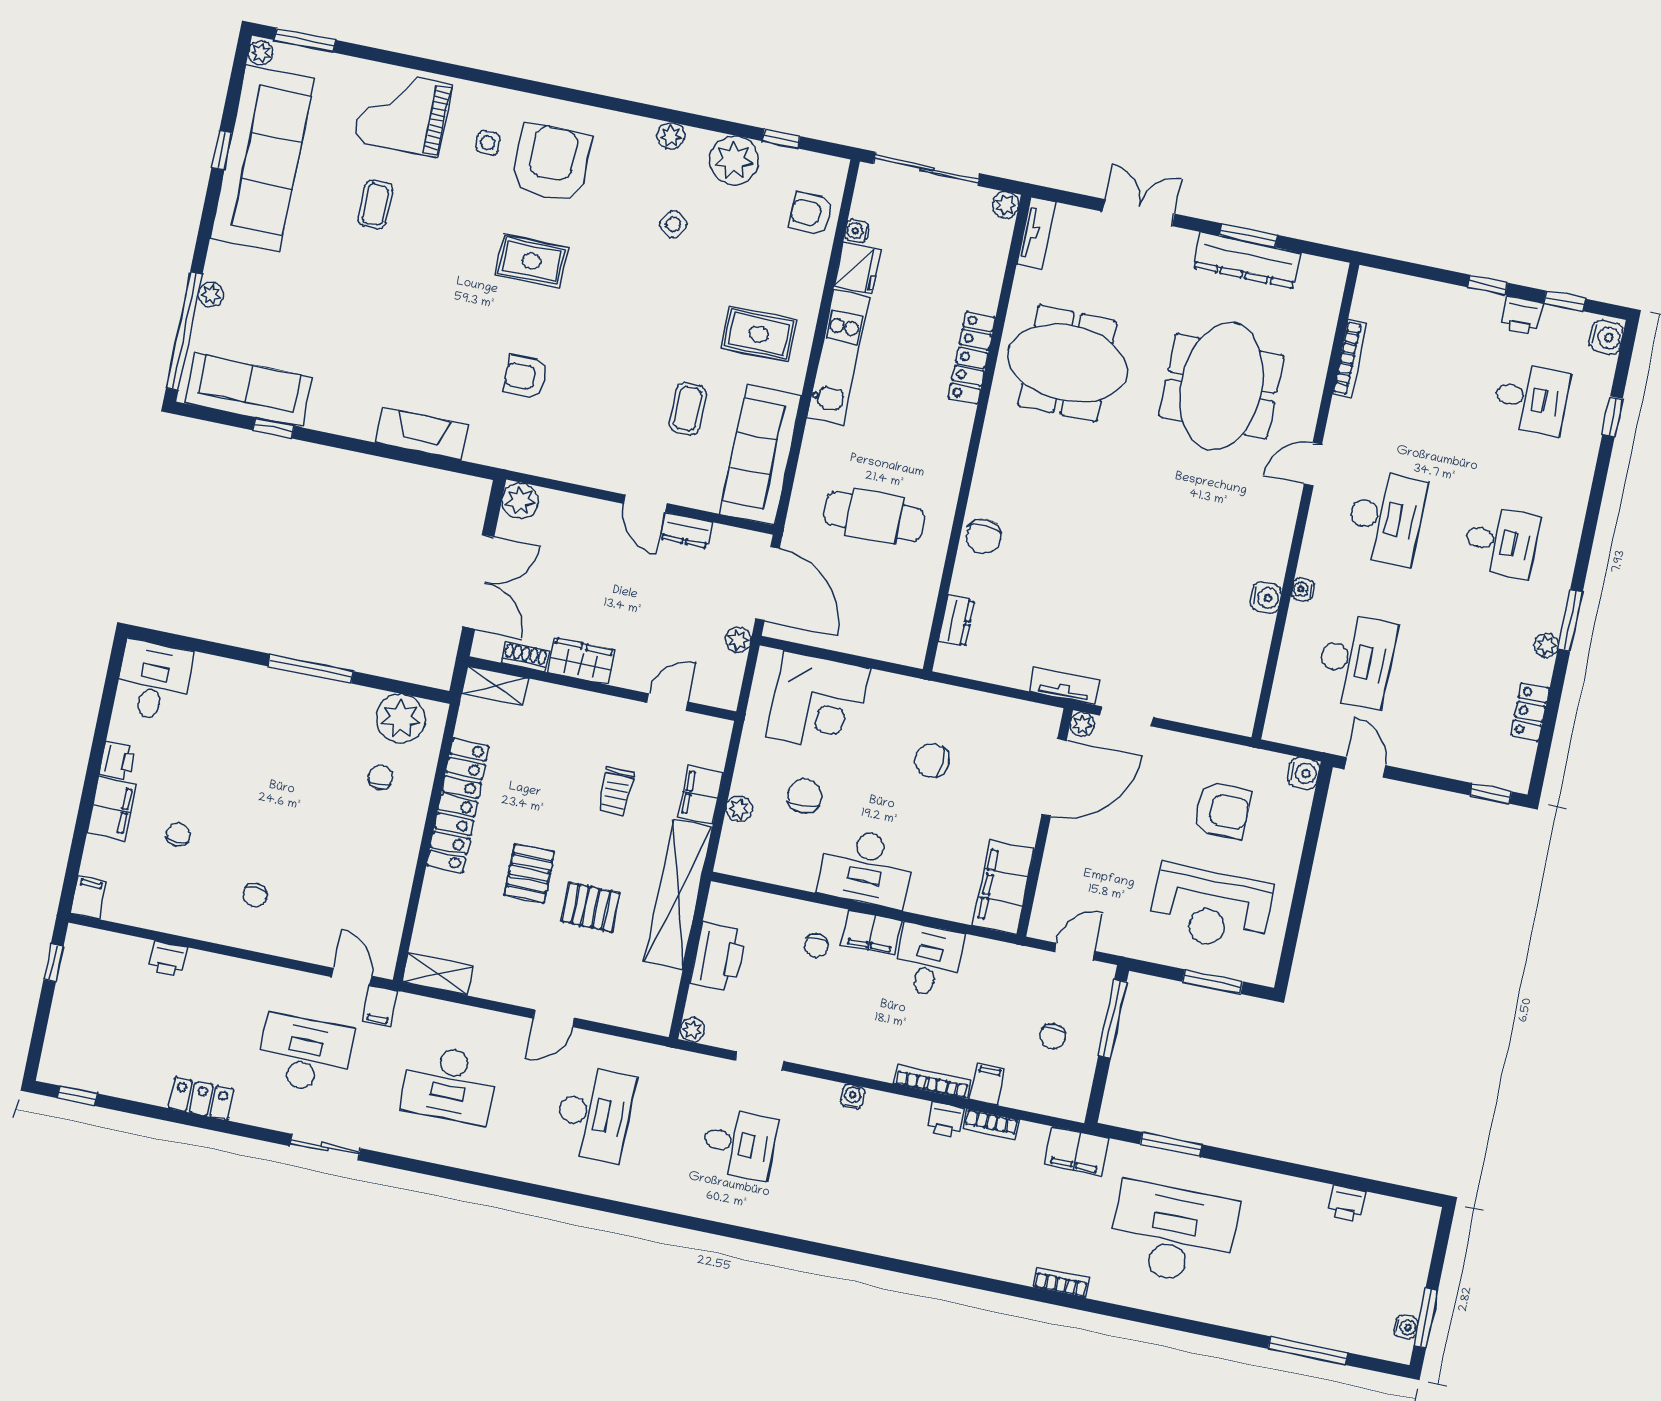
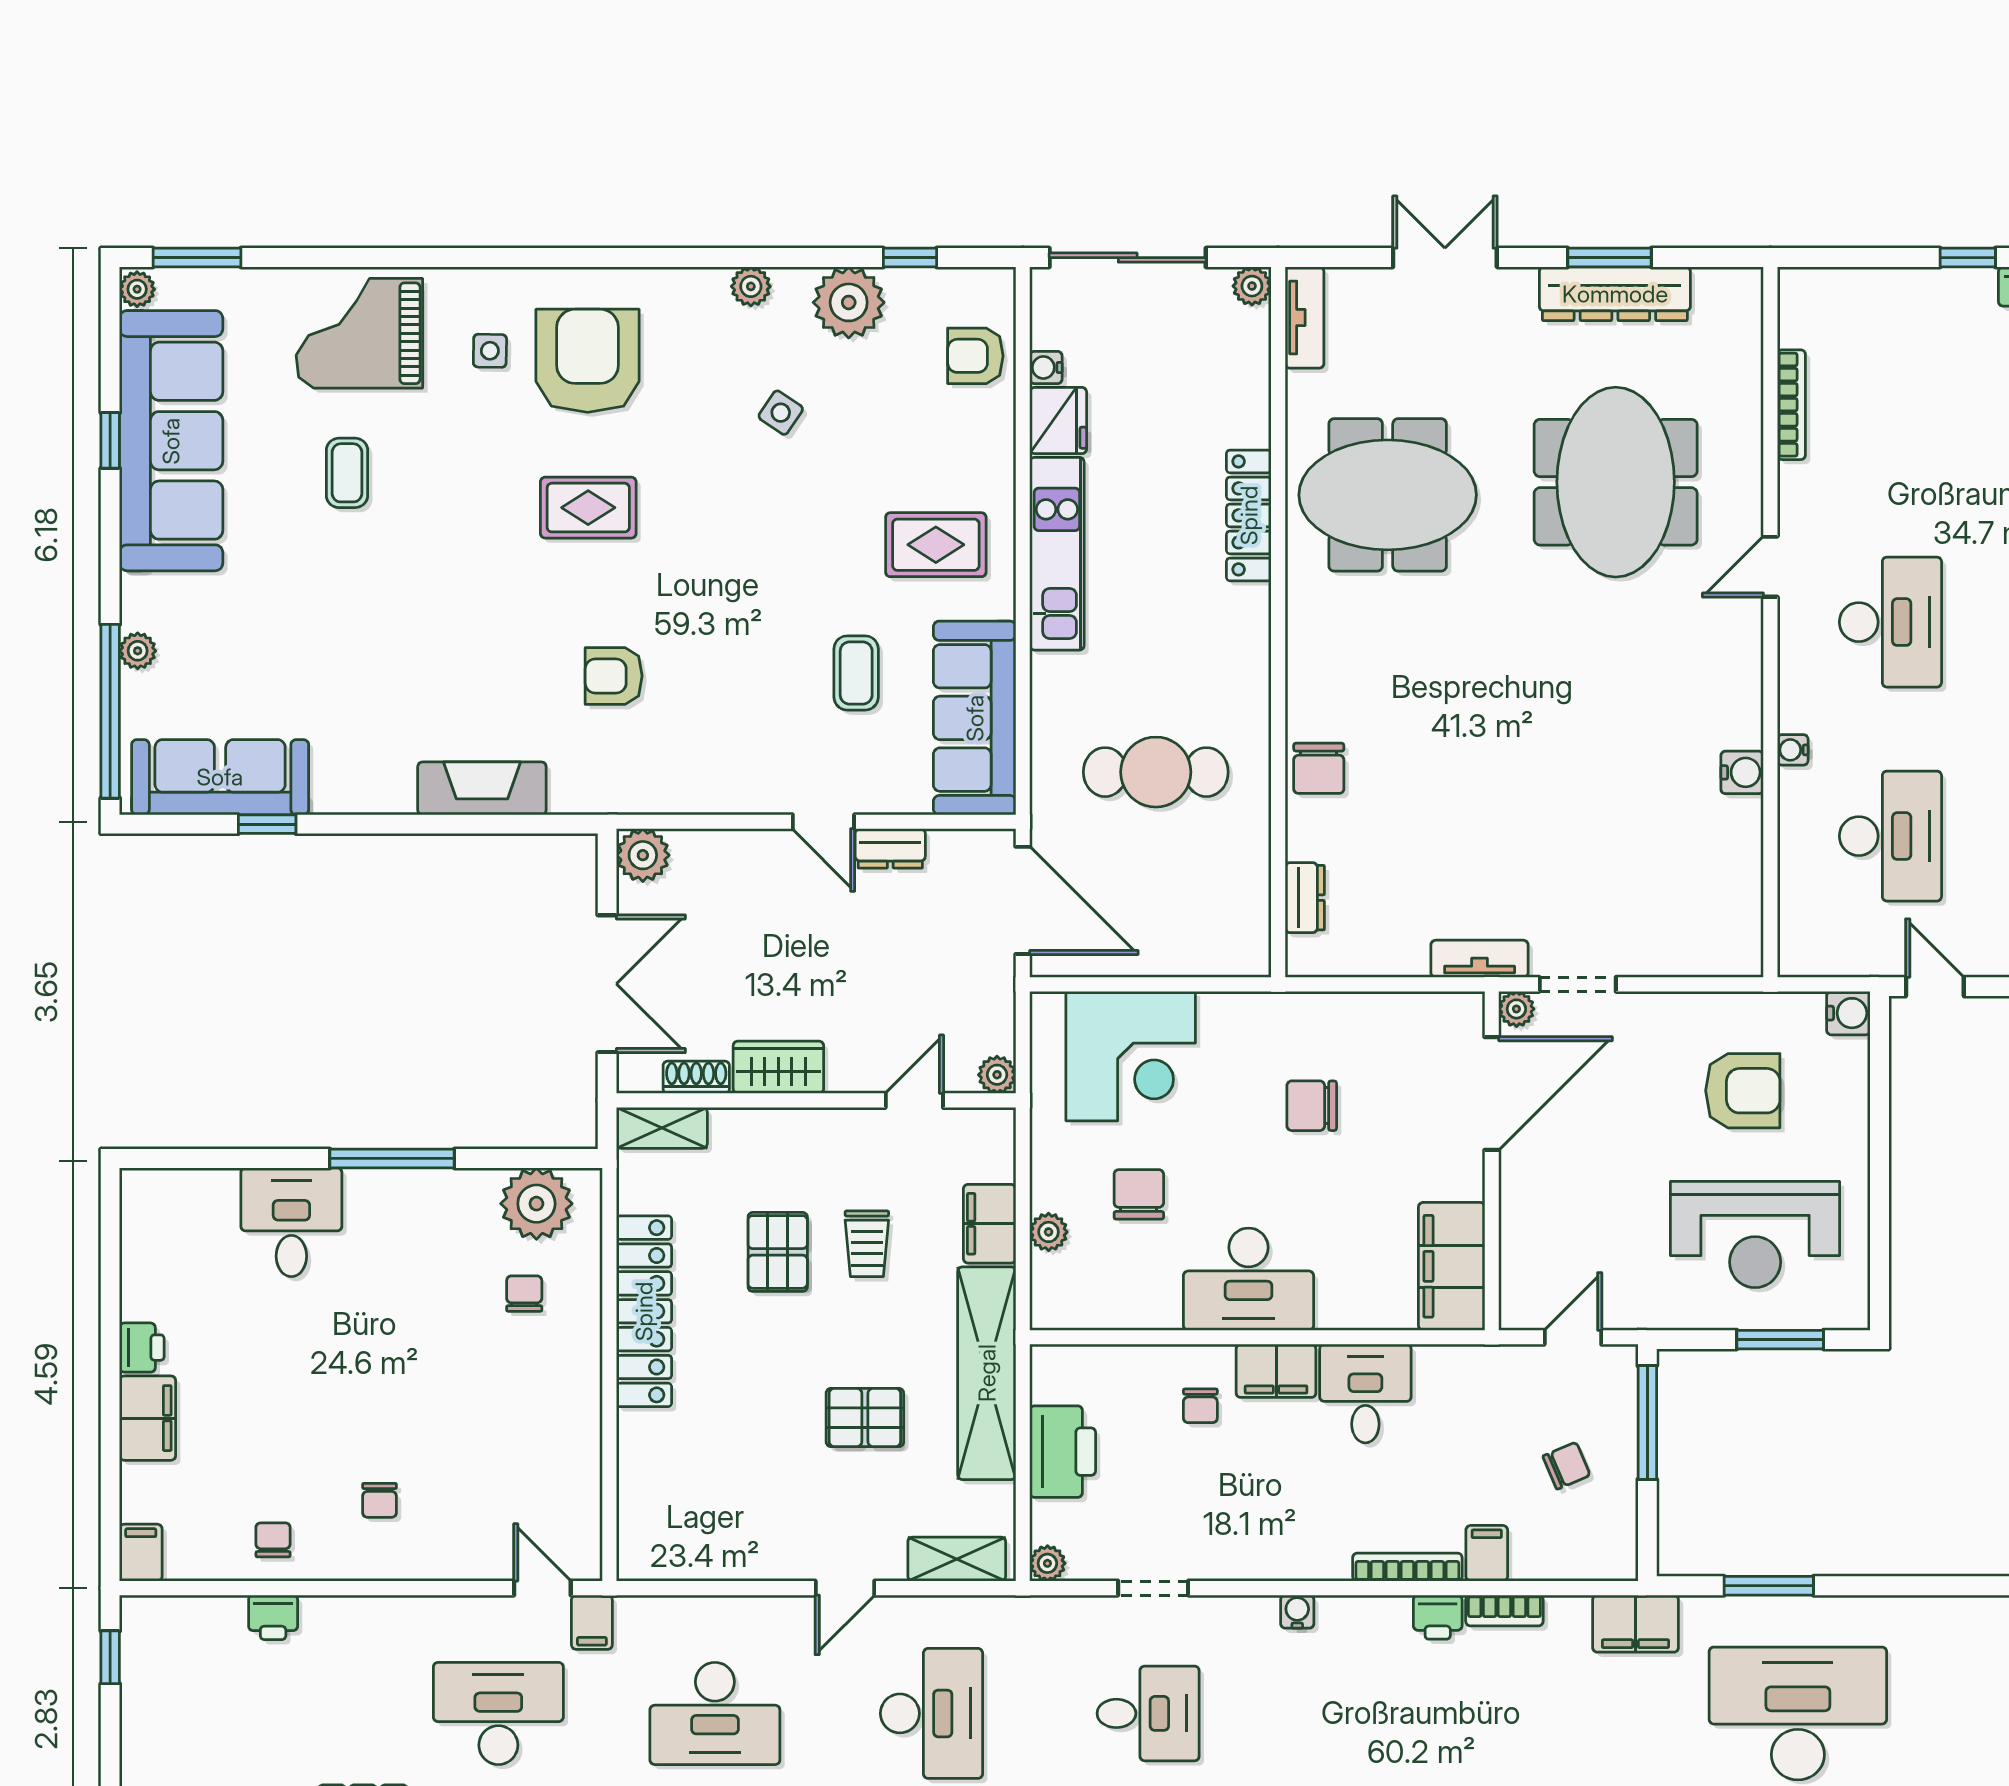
plant: (738, 640) -> (997, 1075), moved
desk: (154, 681) -> (291, 1222), moved
chair: (178, 835) -> (273, 1540), moved
pallet: (529, 873) -> (778, 1252), moved
shelving: (438, 974) -> (957, 1559), moved
chair: (1053, 1036) -> (1567, 1466), turned -113

